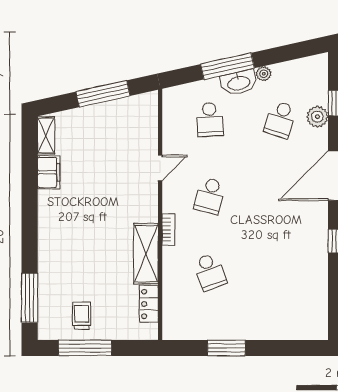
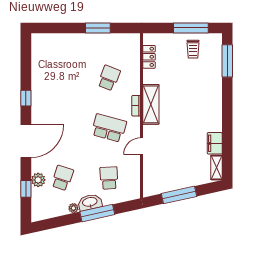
school desk: (210, 196) -> (109, 128), width x1.85
shelving: (146, 254) -> (151, 104), moved
school desk: (210, 272) -> (109, 78), turned 42

